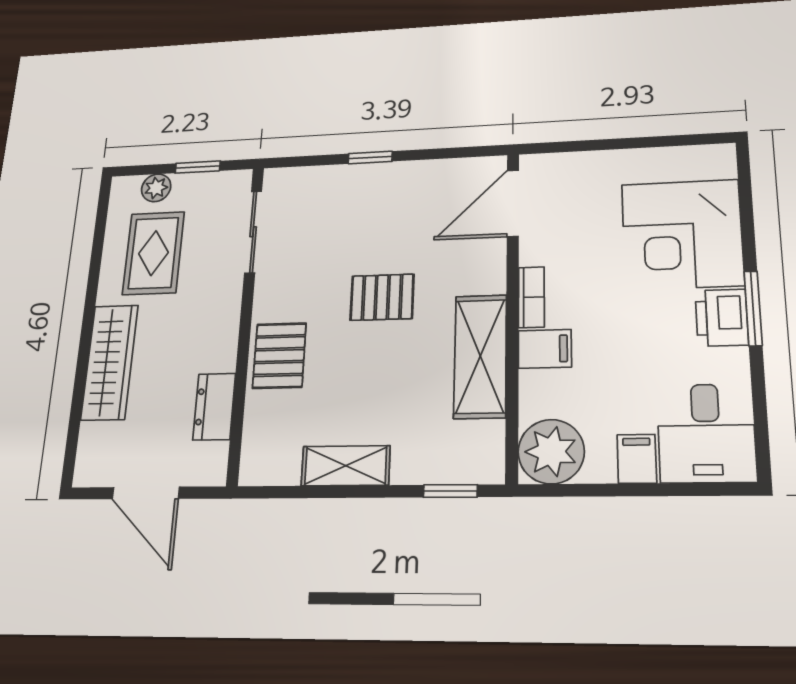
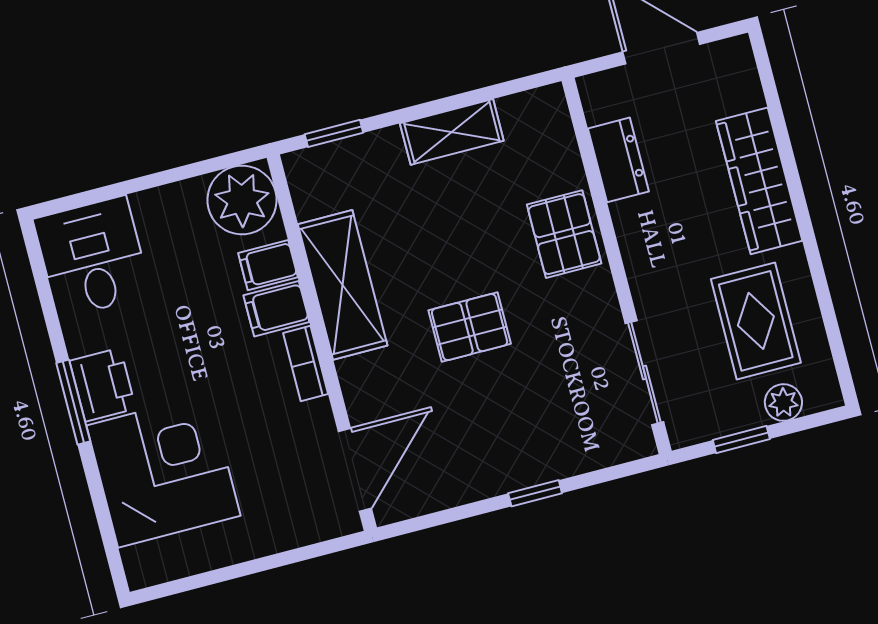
filing cabinet: (637, 459) -> (268, 265), moved, turned 90

